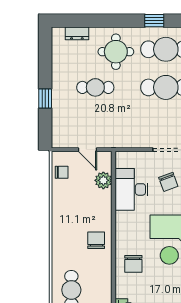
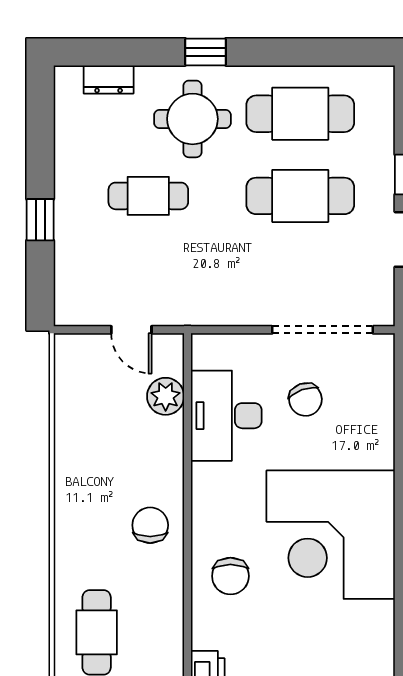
window: (154, 21) -> (206, 52), moved
chair: (62, 172) -> (76, 379), removed

